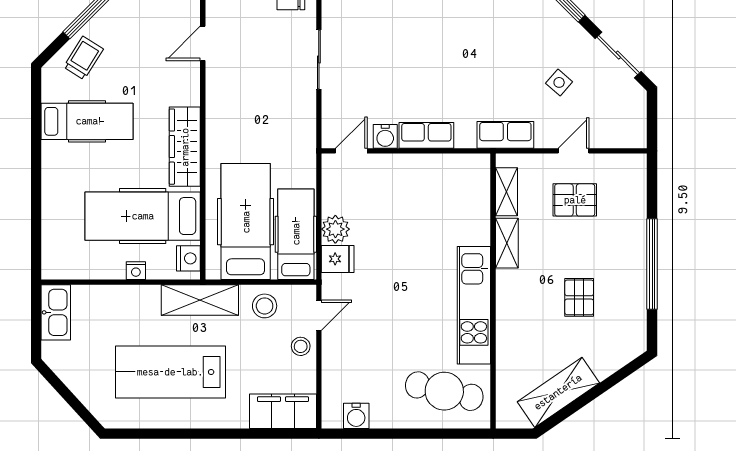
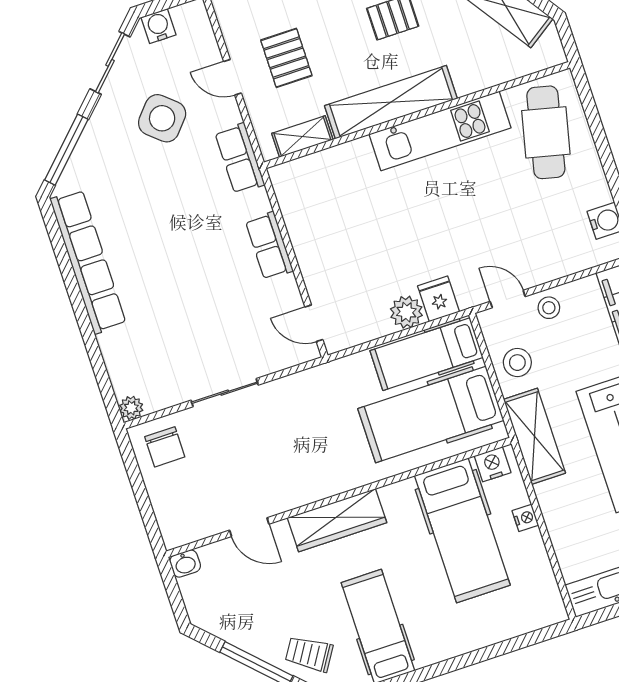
side table: (559, 82) -> (162, 118), width x1.87, depth x1.87
water cooler: (385, 136) -> (159, 26), moved, turned -90
wardrobe: (185, 147) -> (337, 520), moved
shelving: (507, 243) -> (391, 102), width x2.20, depth x1.33

